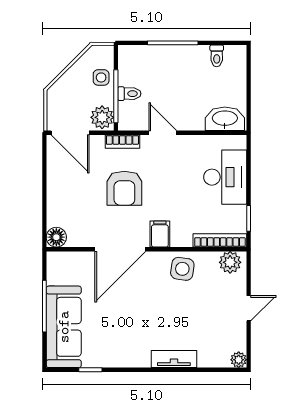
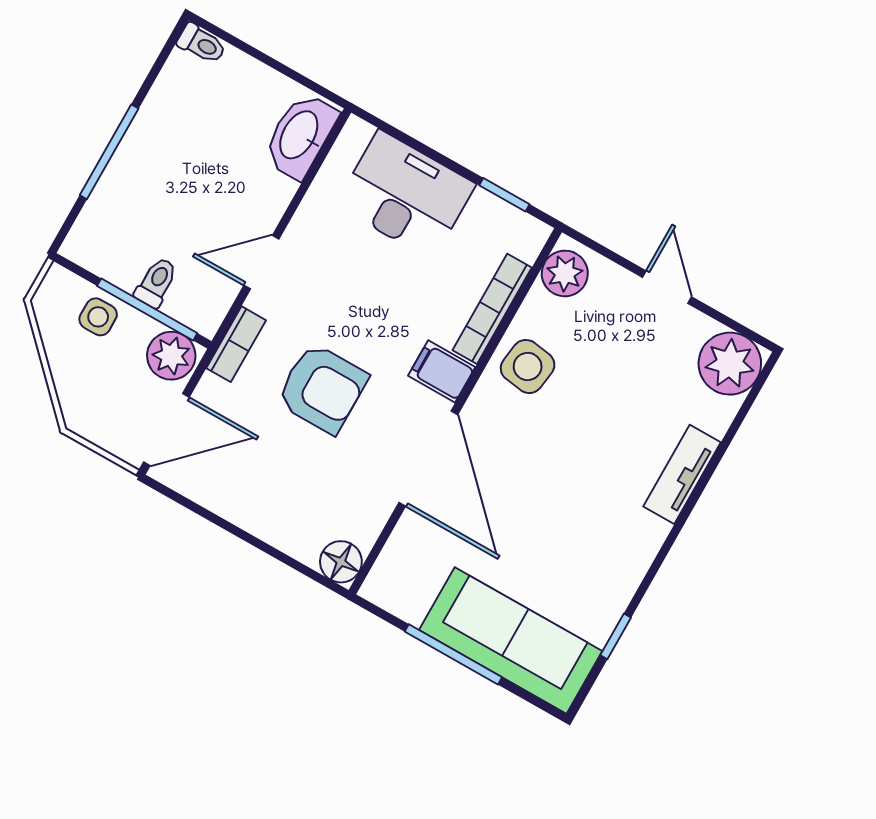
toilet: (217, 56) -> (202, 44), moved
bookcase: (220, 240) -> (492, 309), moved
plant: (239, 360) -> (730, 364), width x1.88, depth x1.88

